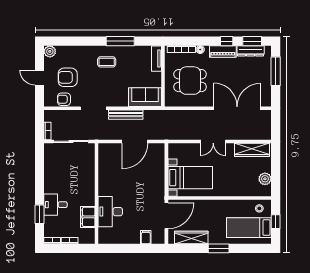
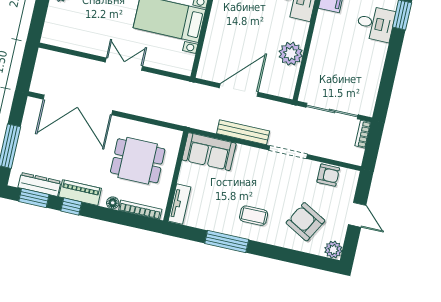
armchair: (68, 77) -> (305, 222), moved, turned -151
wardrobe: (252, 150) -> (70, 39), removed
plant: (106, 173) -> (291, 54), added

